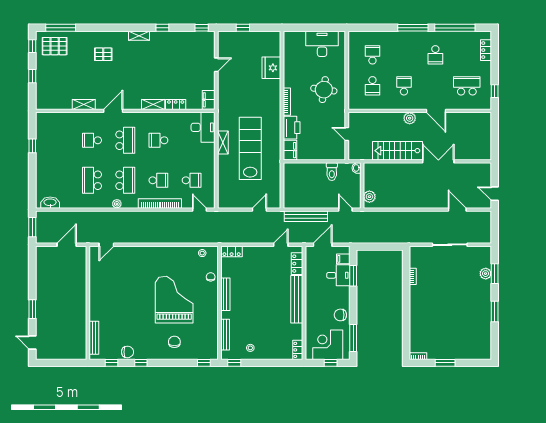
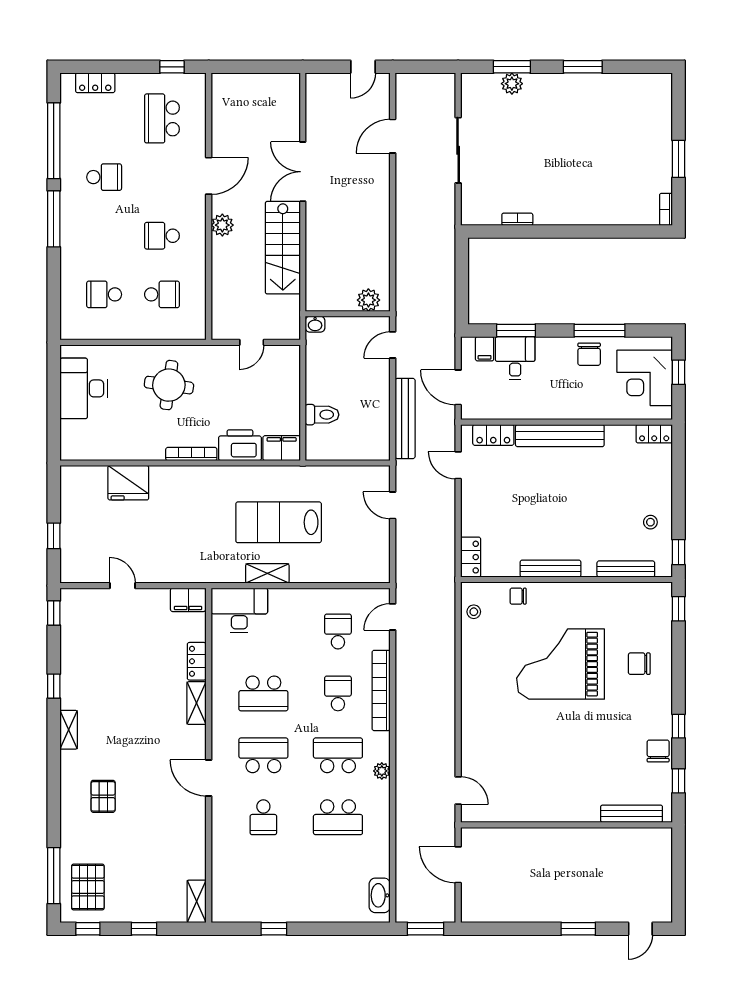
shelving: (84, 104) -> (197, 901), moved
school desk: (158, 140) -> (263, 693), width x1.85
lab bench: (250, 148) -> (279, 522), width x0.73
toilet: (332, 172) -> (322, 415), moved
window: (353, 338) -> (600, 331), moved

